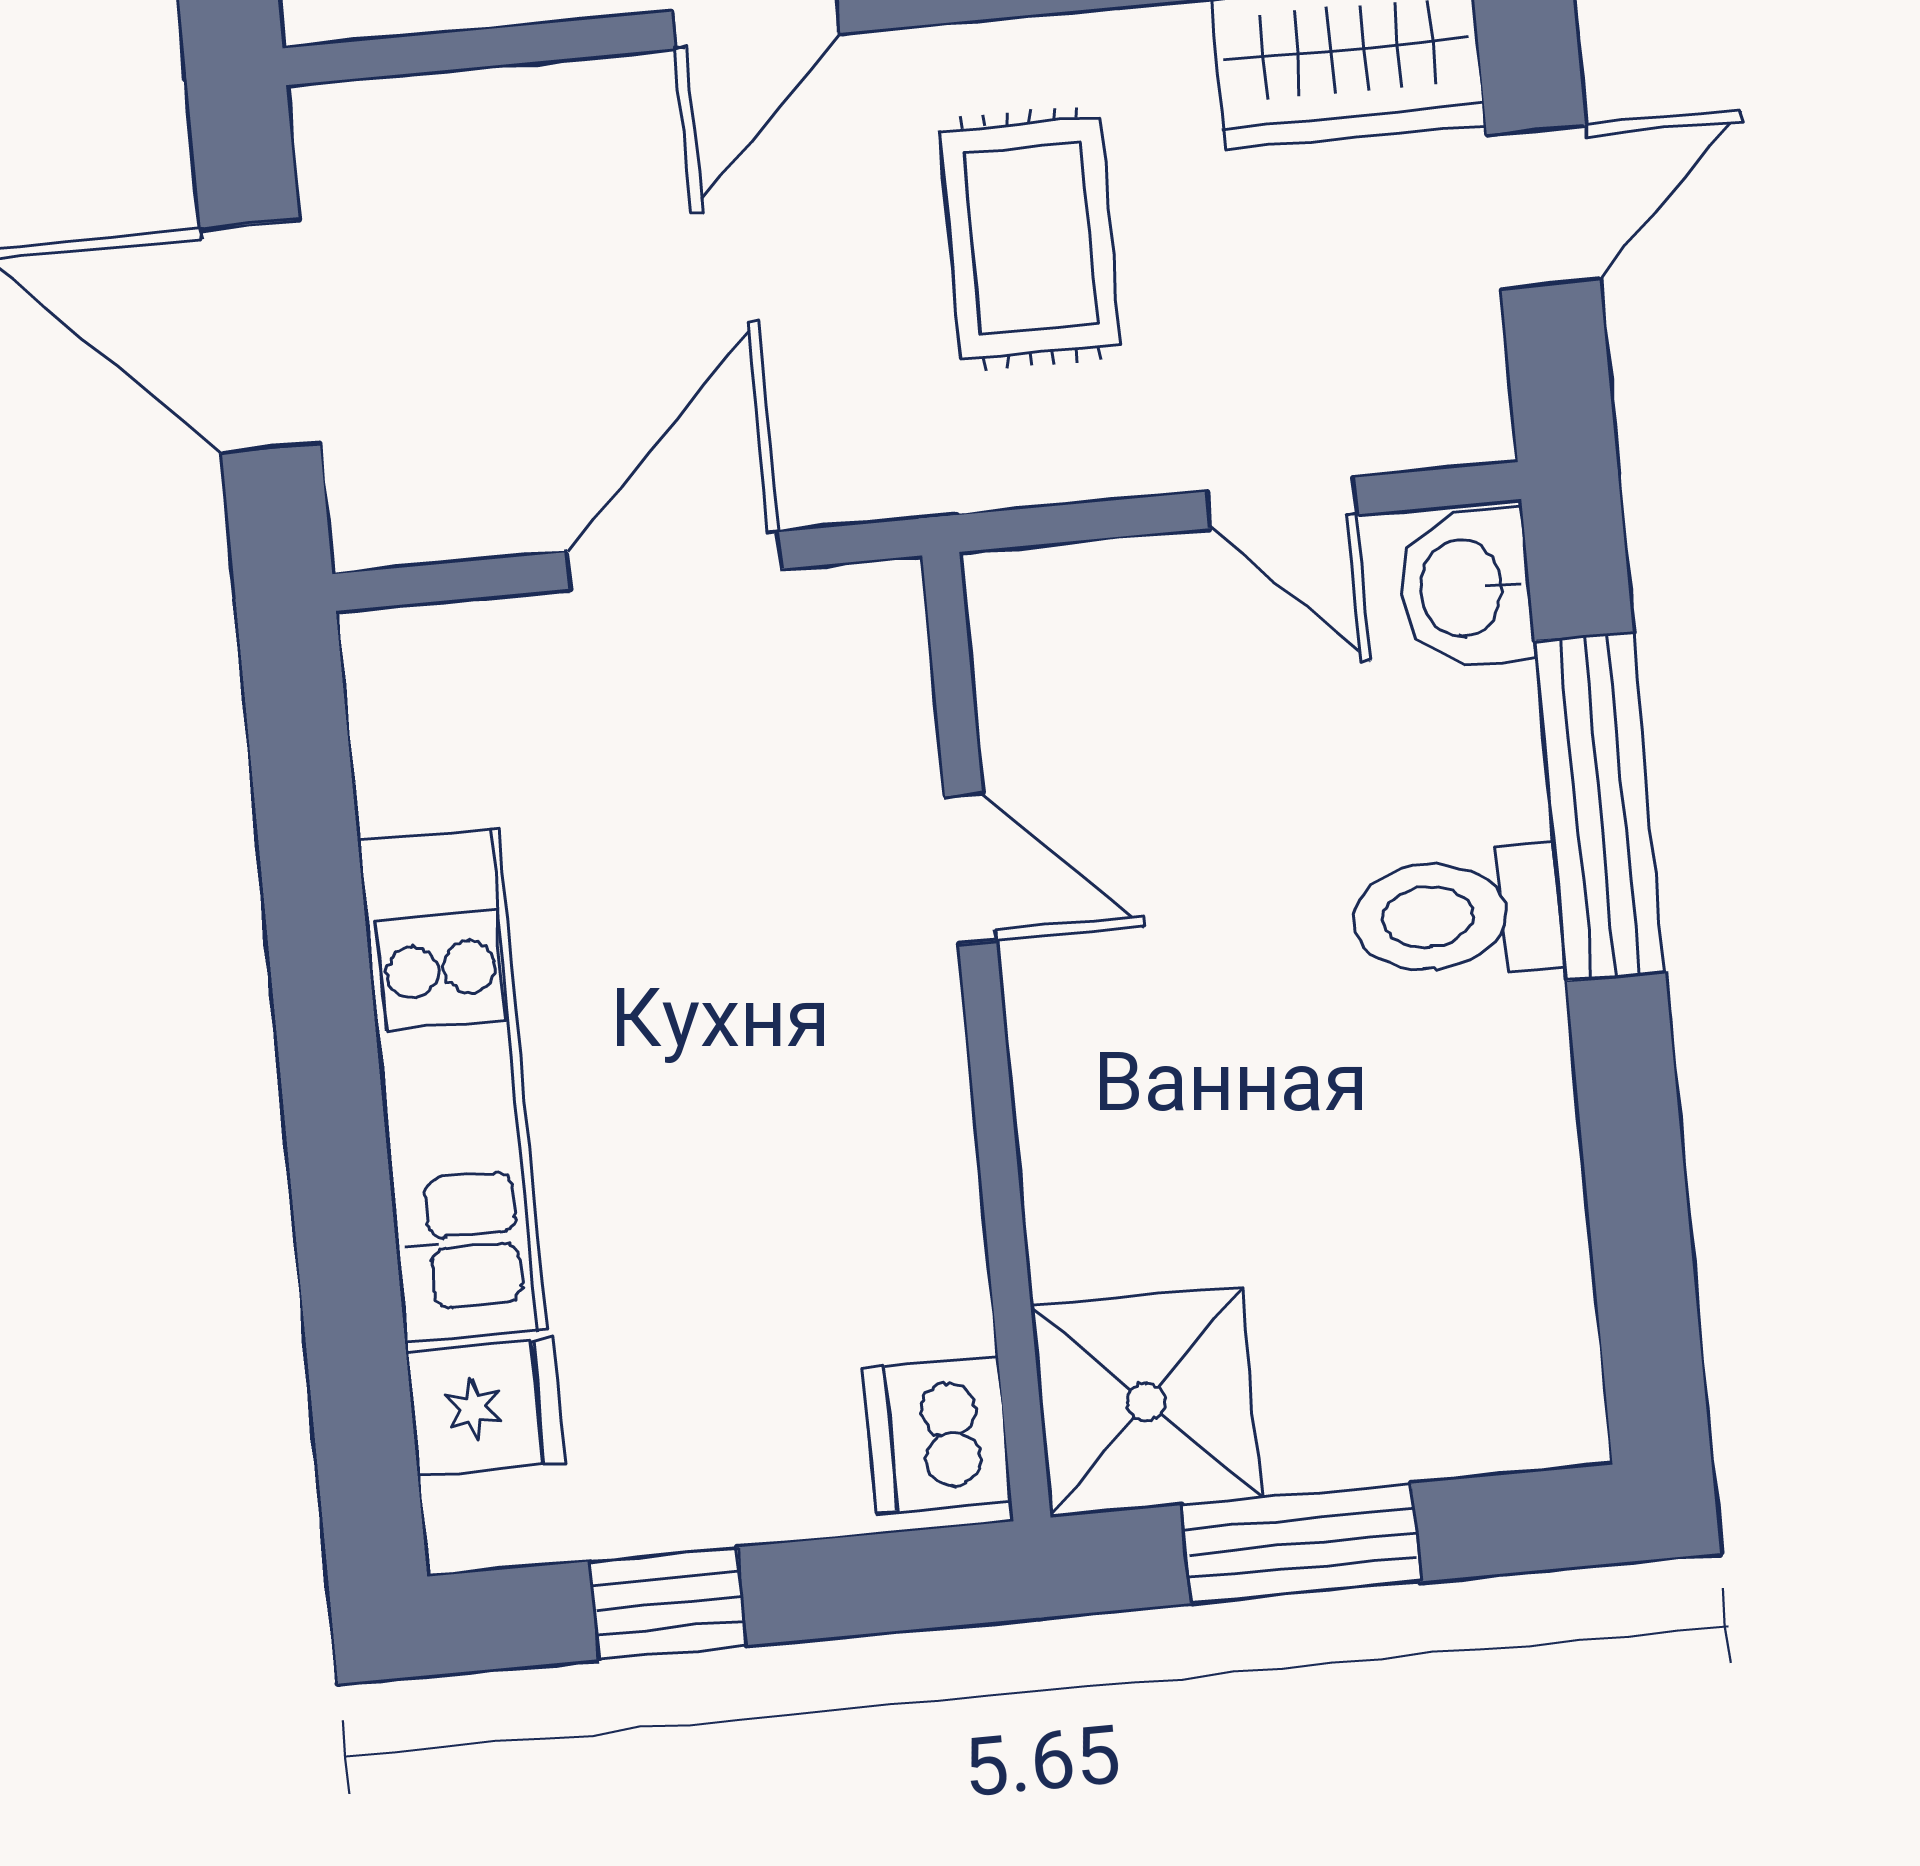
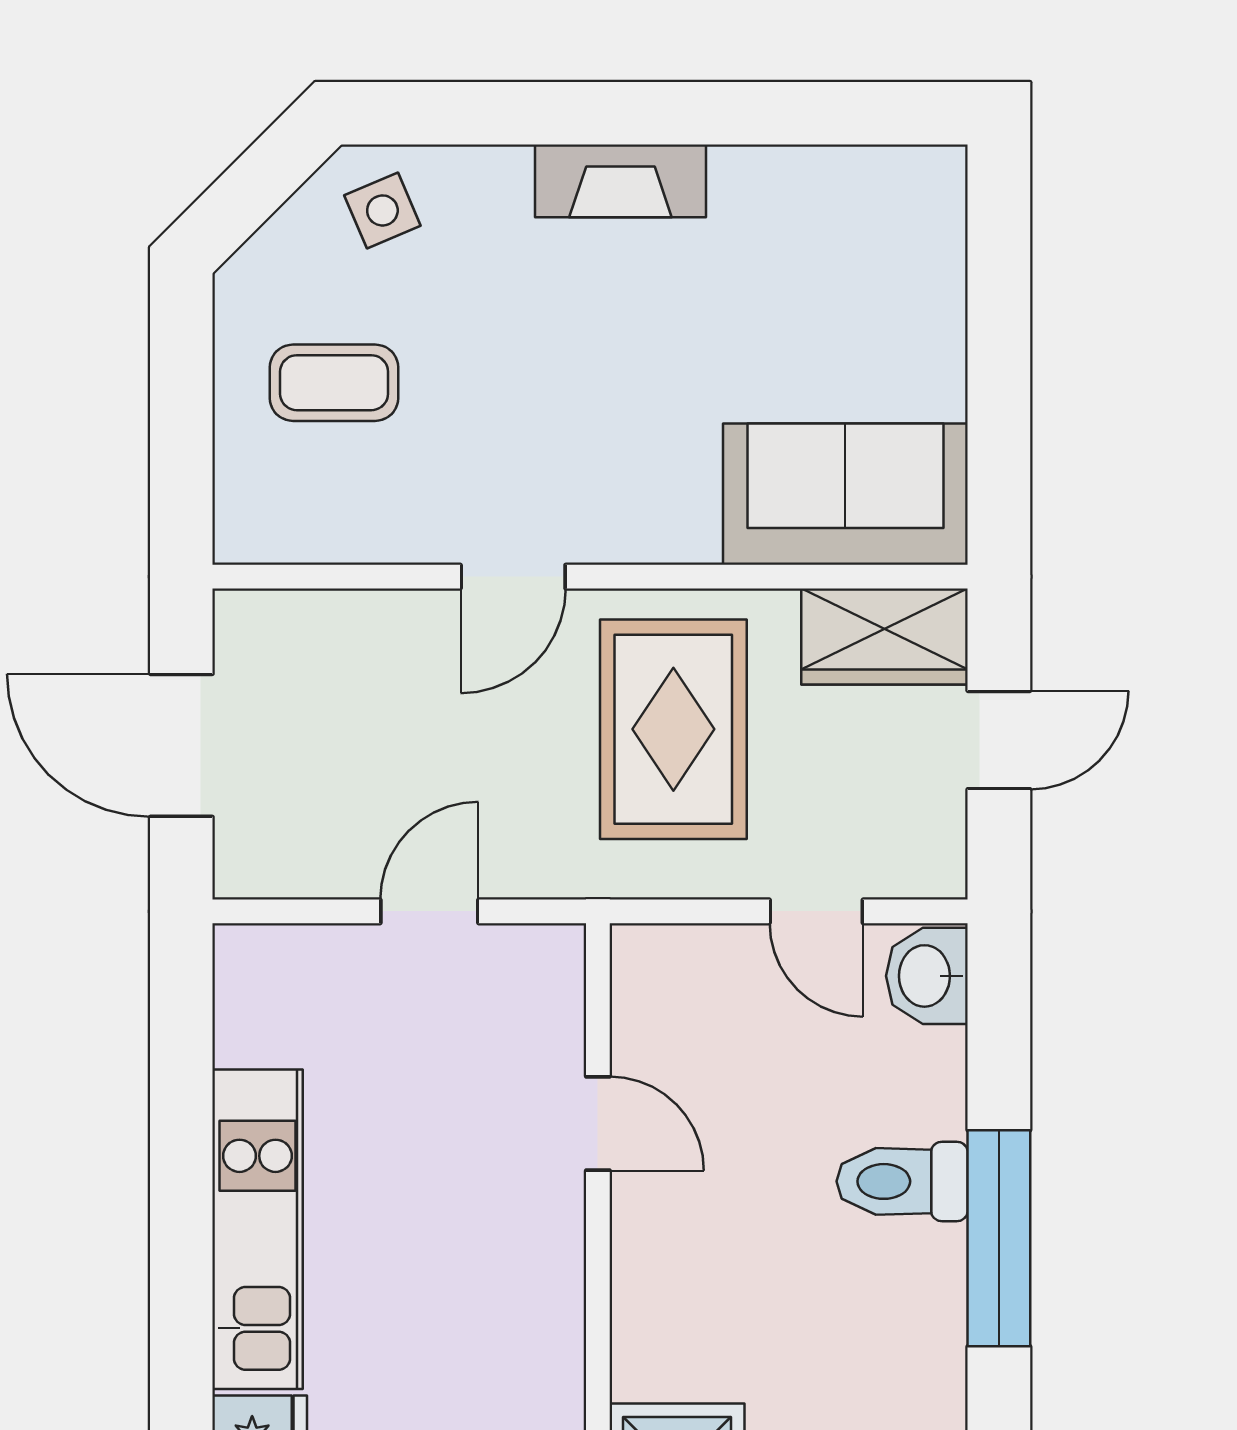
rug: (1030, 238) -> (673, 729), width x1.36, depth x1.43
door: (674, 560) -> (429, 911), width x0.73
window: (1600, 806) -> (999, 1238), moved

